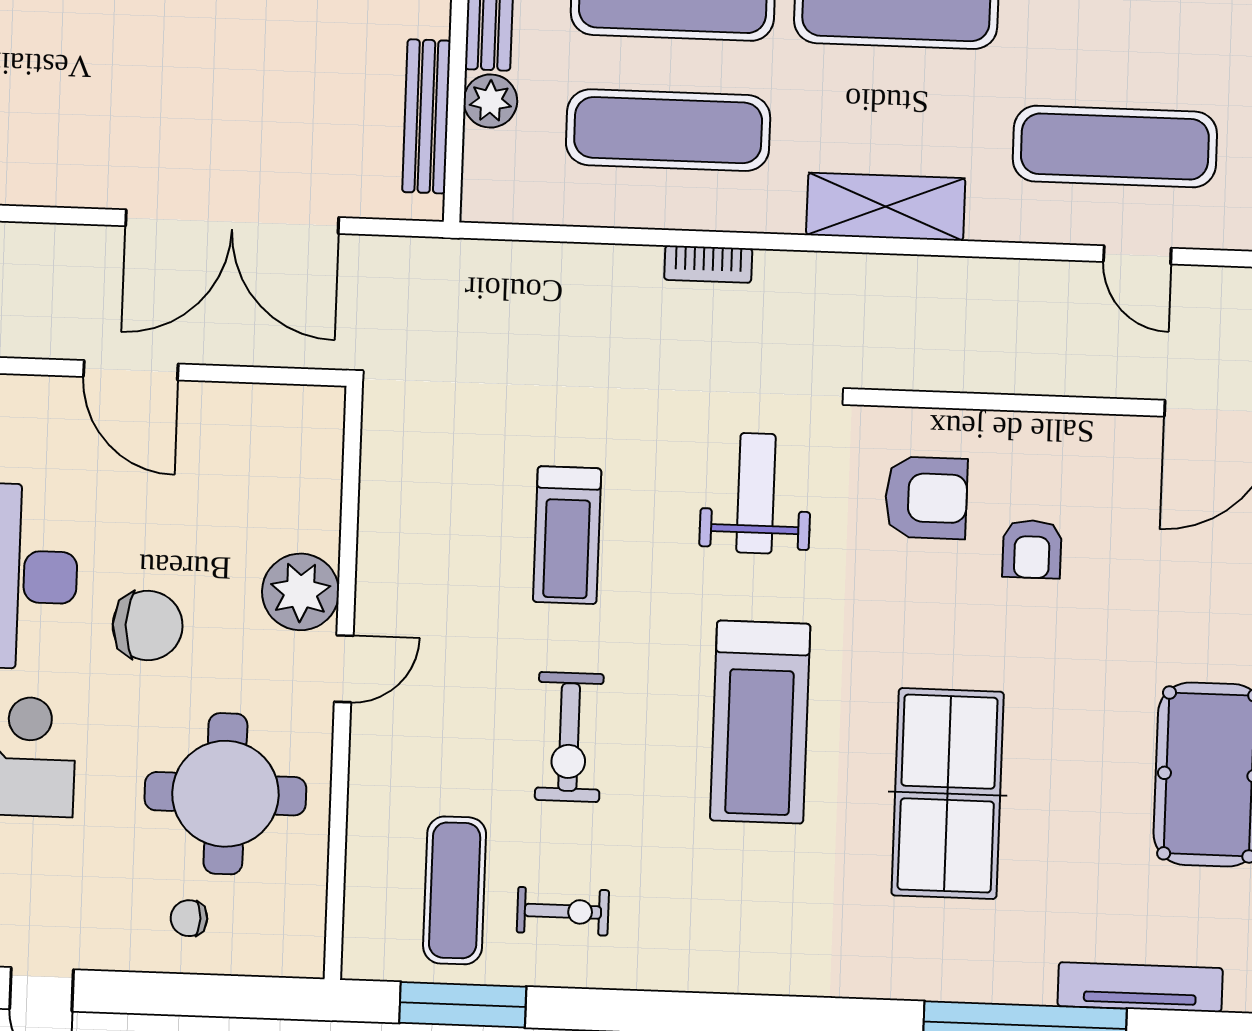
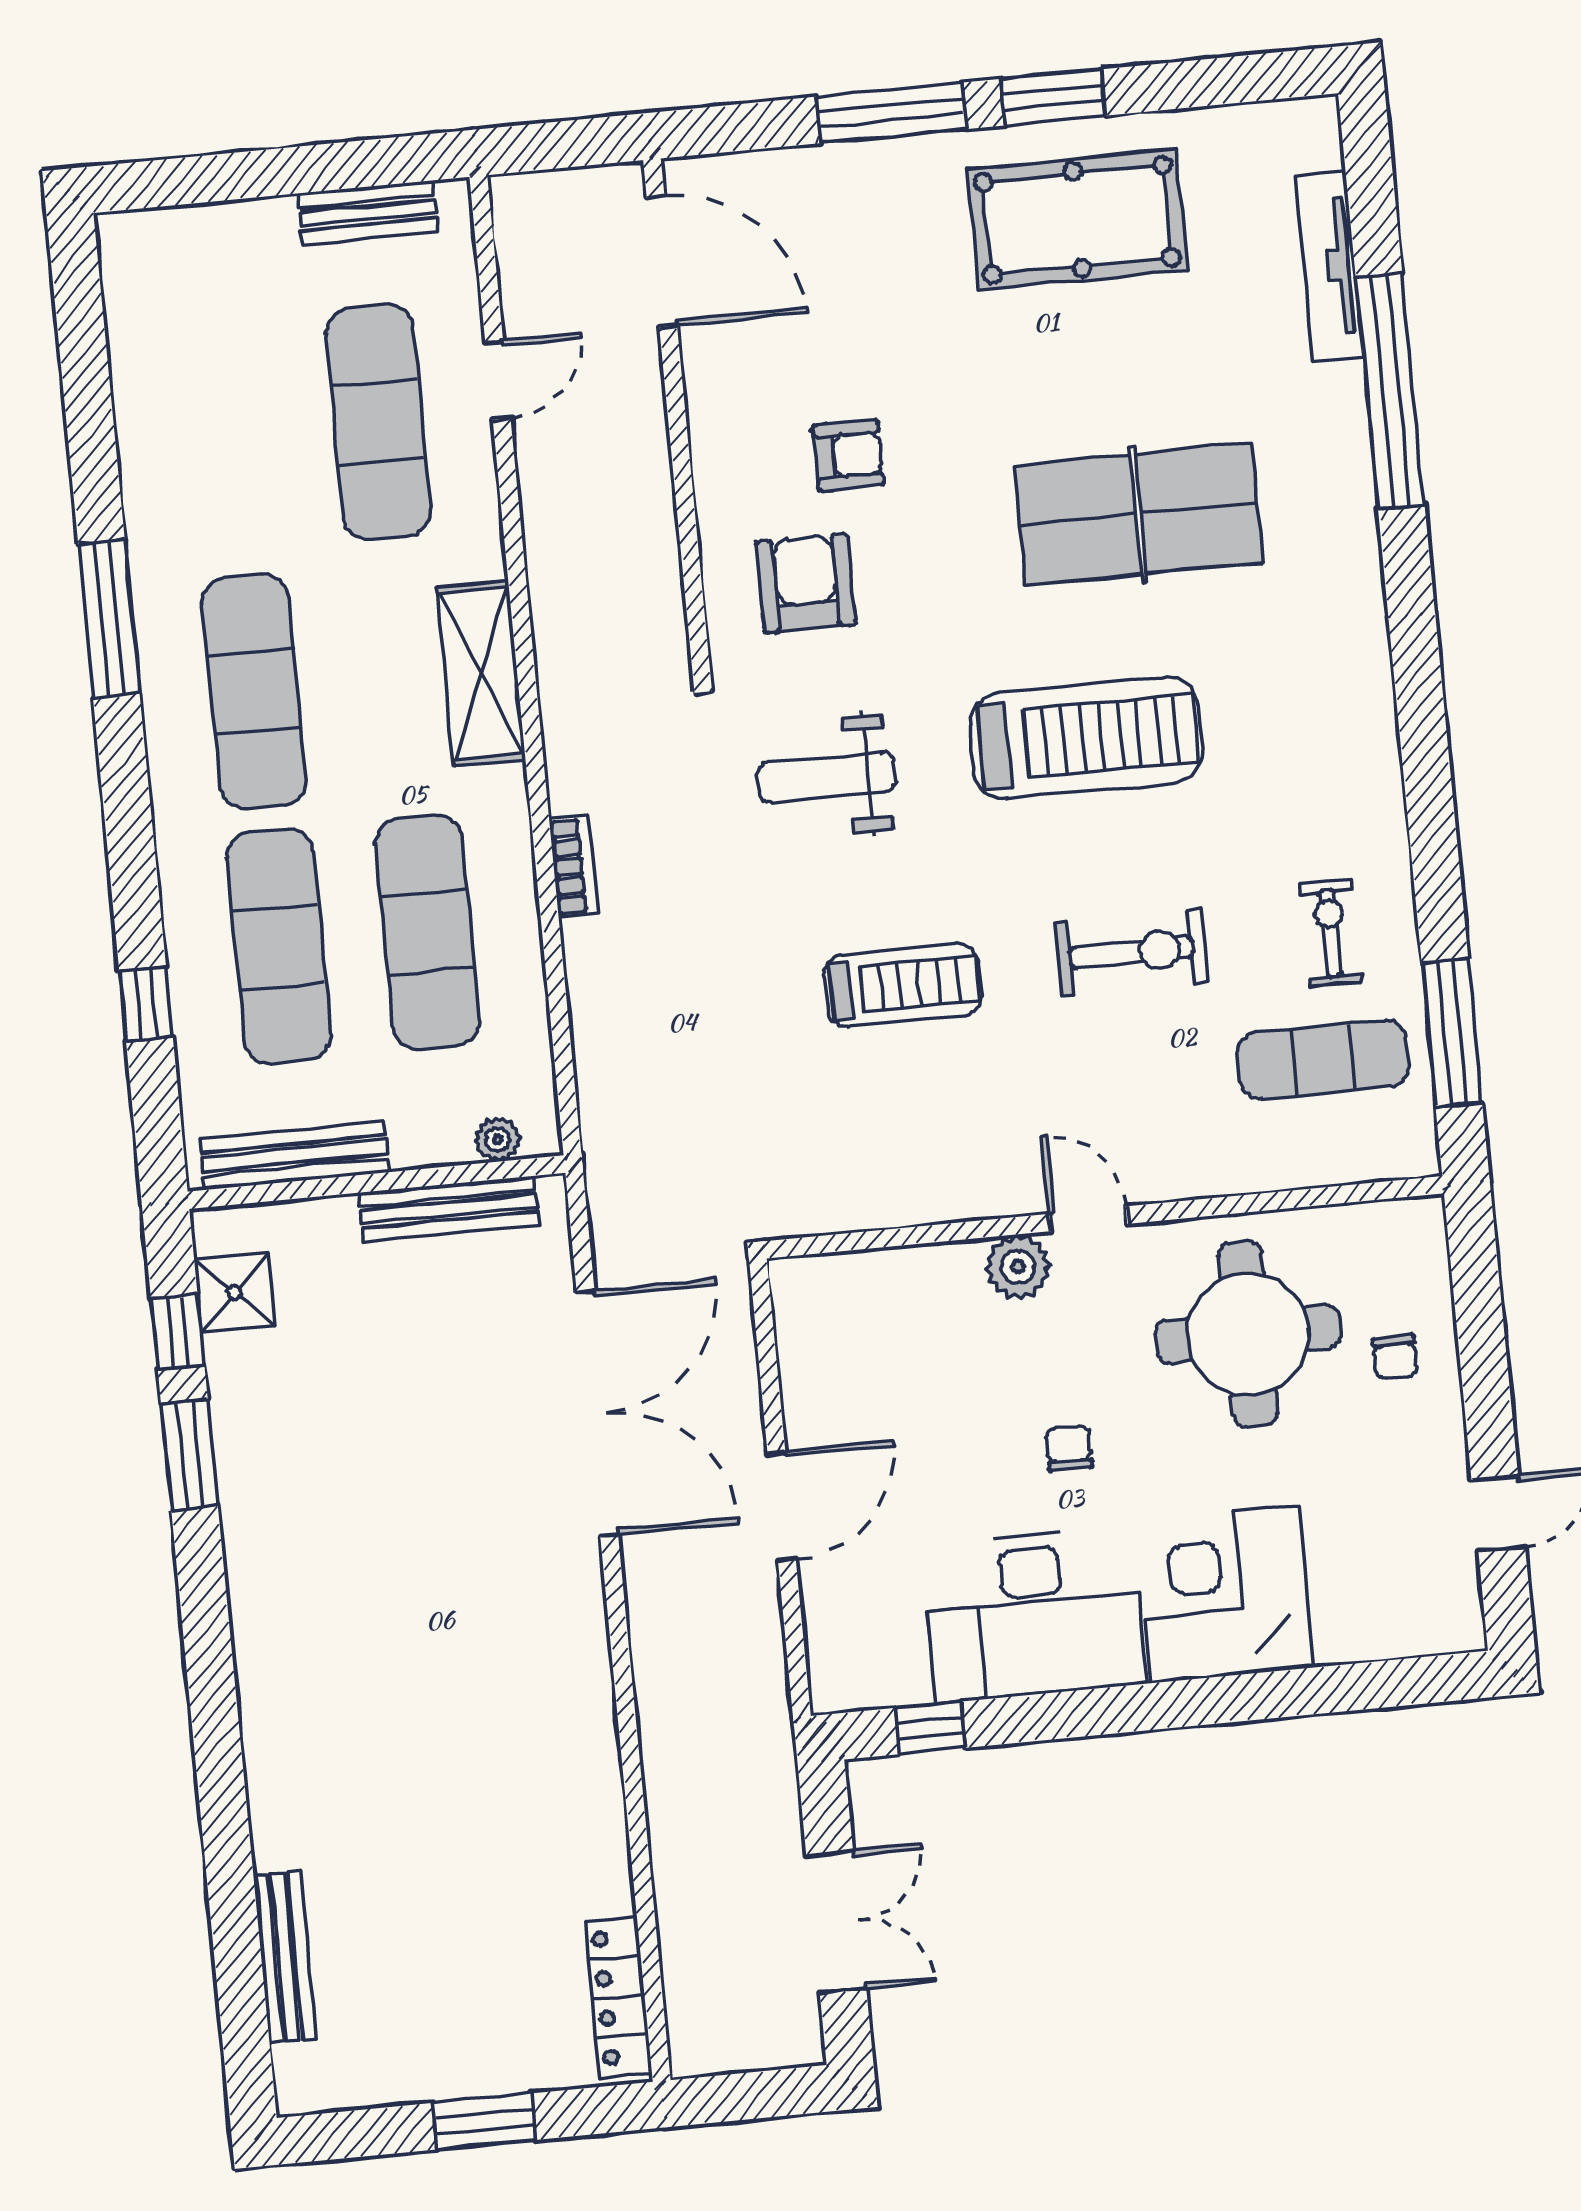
plant: (490, 101) -> (497, 1139), moved, width x0.73, depth x0.73
plant: (301, 592) -> (1018, 1267), width x0.73, depth x0.73
chair: (148, 626) -> (1069, 1448), width x0.54, depth x0.54

